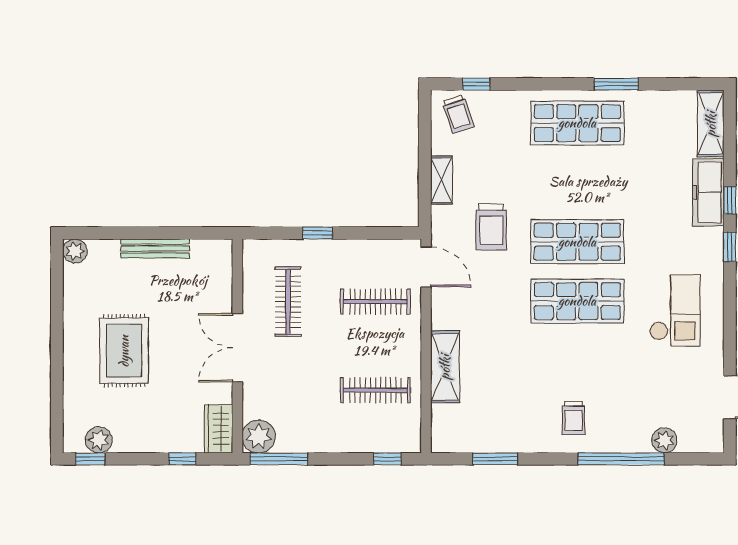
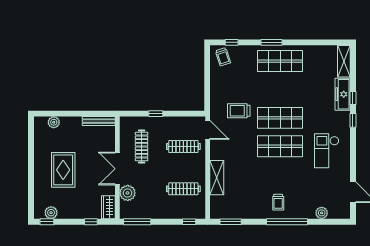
window: (616, 84) -> (271, 42), moved
shelving: (441, 180) -> (215, 88), removed
trolley: (491, 227) -> (239, 111), turned 90
bench: (155, 248) -> (99, 121), moved
plant: (75, 251) -> (54, 122), moved
checkout: (675, 310) -> (327, 151), turned 180
plant: (259, 436) -> (128, 193), moved
window: (495, 459) -> (231, 222), moved
window: (621, 459) -> (287, 222), moved

